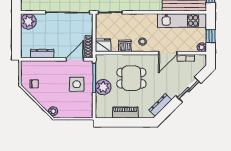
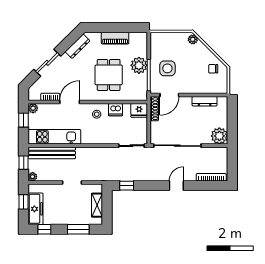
dining table: (131, 78) -> (109, 75), turned 90

